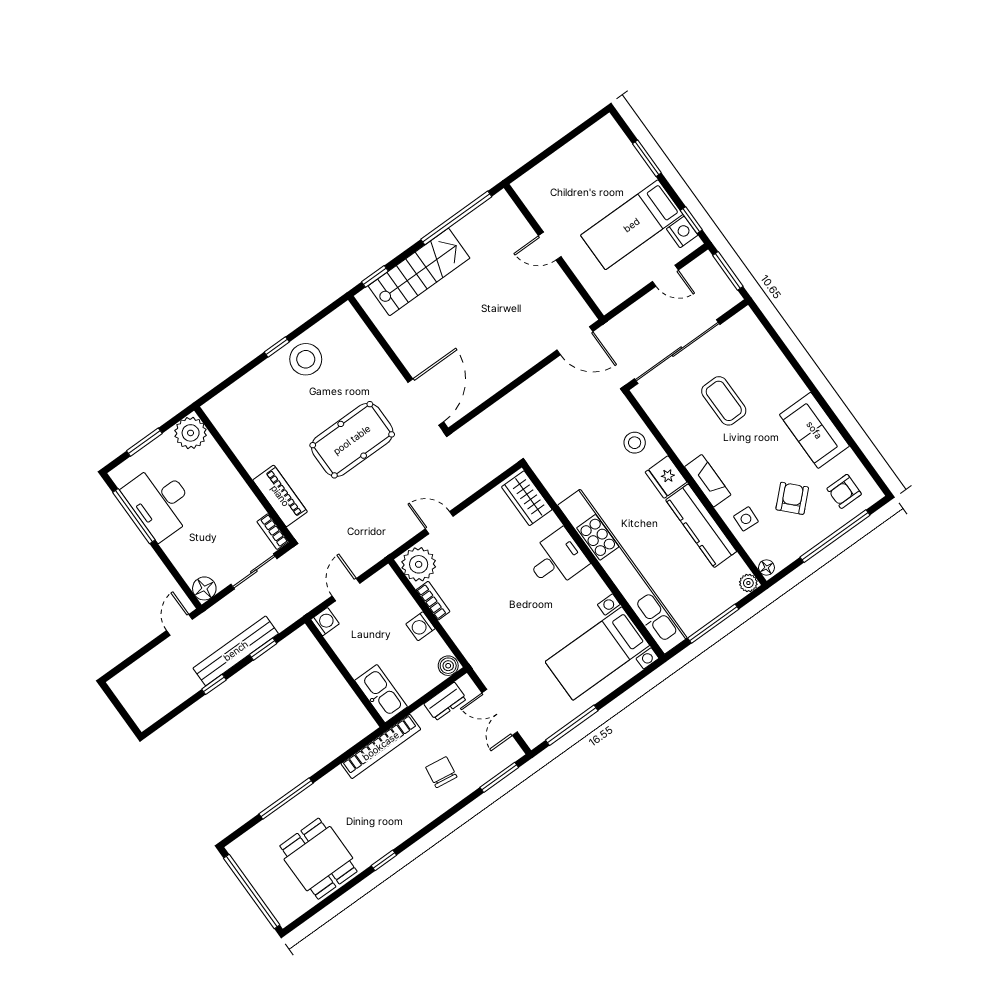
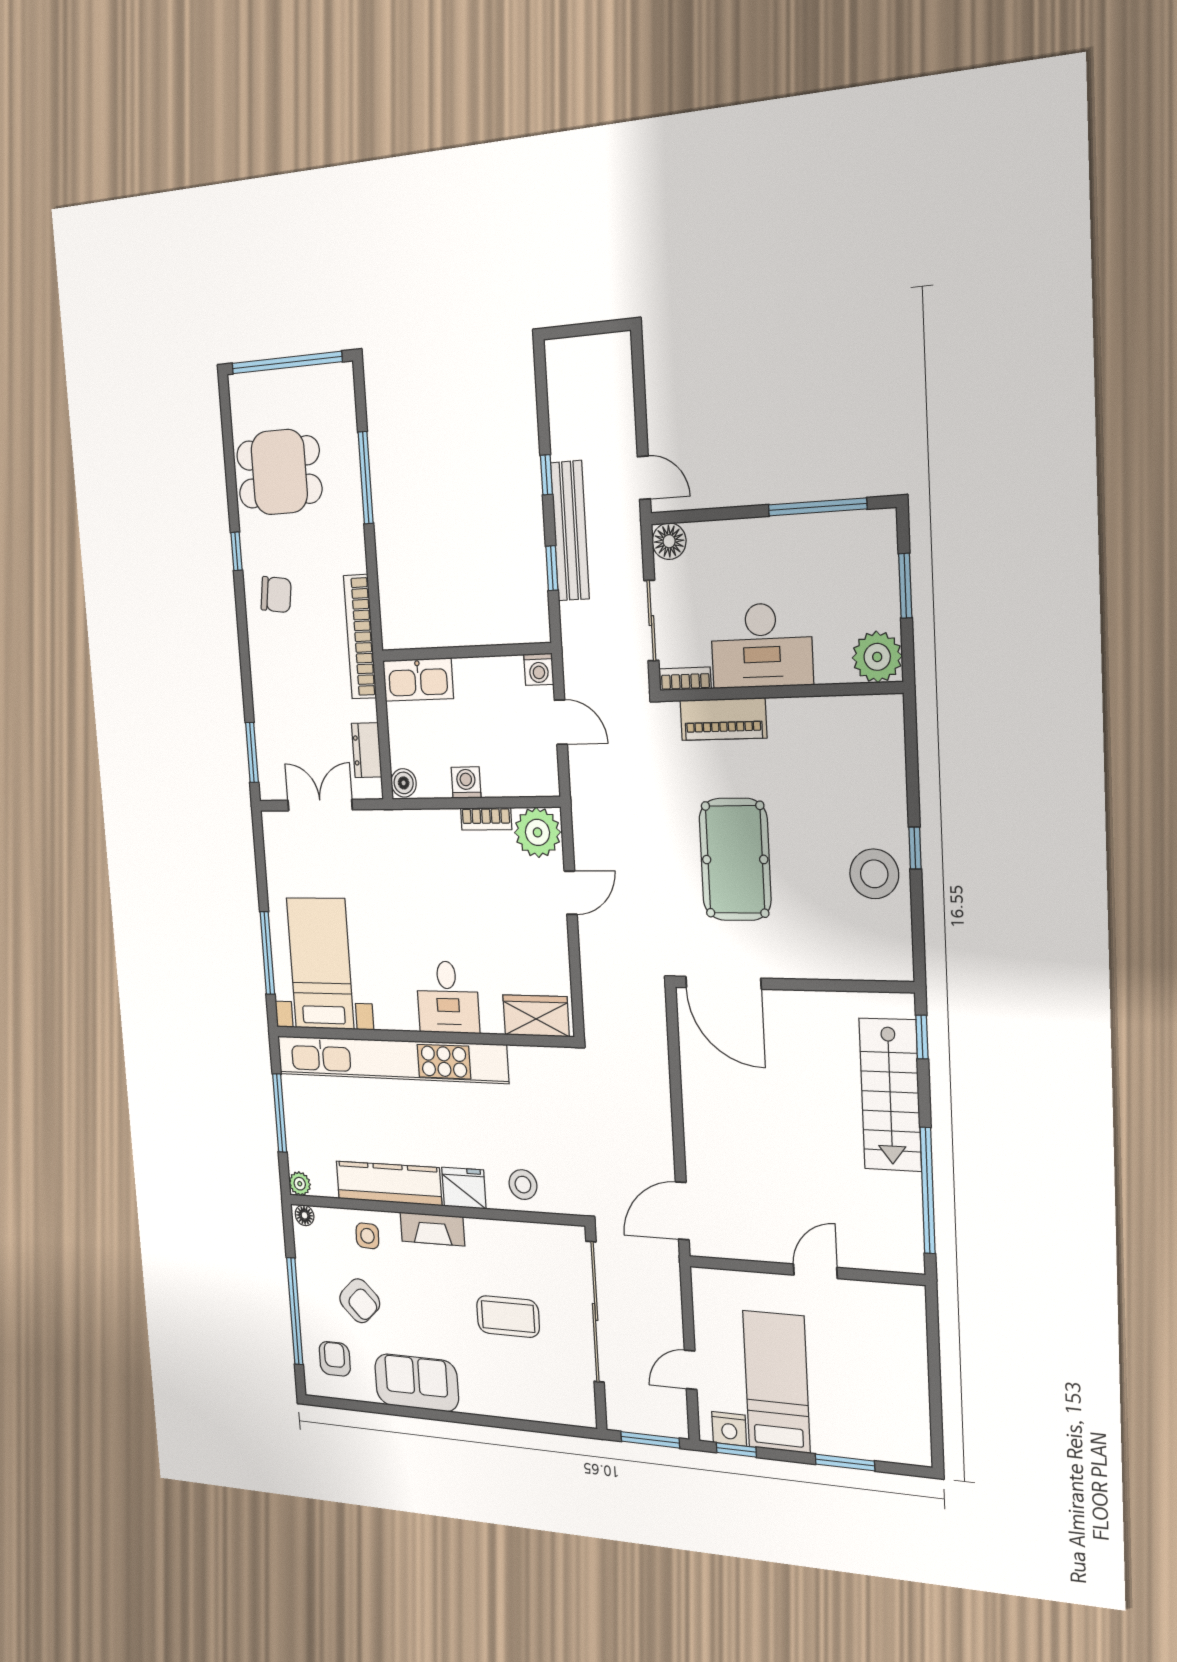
desk: (160, 502) -> (762, 645), moved, turned 180
window: (572, 725) -> (267, 953), moved
chair: (441, 772) -> (276, 595), moved

